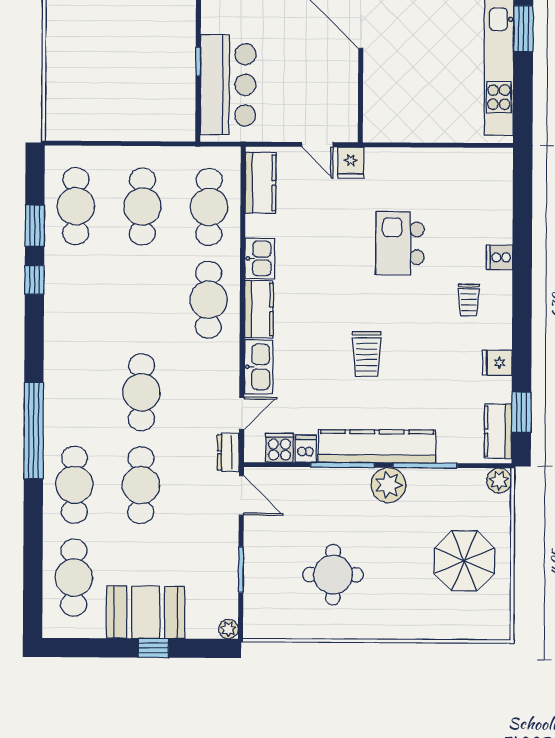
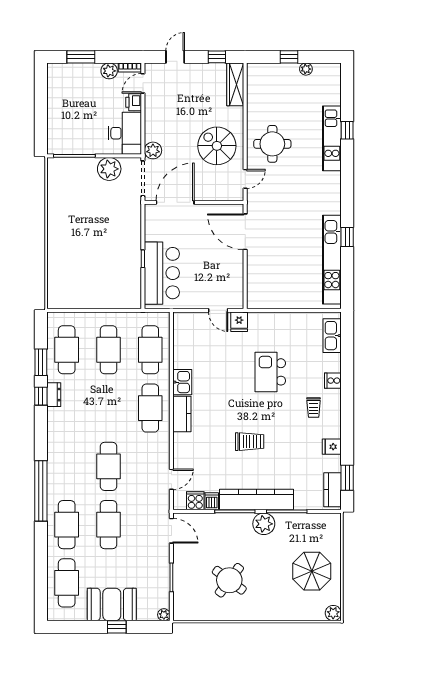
window: (523, 29) -> (347, 237), width x0.67
kitchen counter: (260, 183) -> (183, 335), removed
trolley: (367, 354) -> (250, 442), turned -90
kitchen sink: (259, 367) -> (332, 336), moved, turned 180
dresser: (228, 452) -> (54, 395), moved, turned 180
plant: (499, 481) -> (333, 613), moved
round table: (333, 575) -> (229, 580), turned 37

